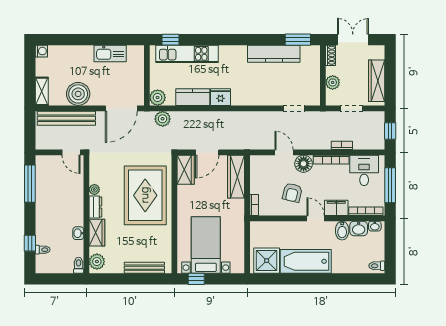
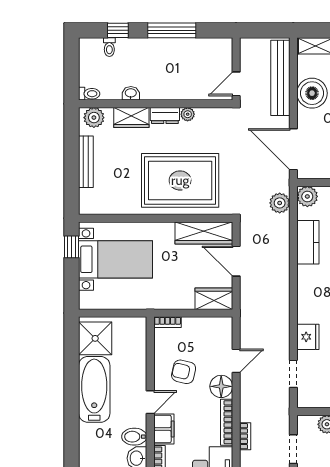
fridge: (220, 97) -> (308, 337), moved
wardrobe: (186, 170) -> (204, 233), width x1.50
wardrobe: (236, 177) -> (214, 299), width x0.67
window: (30, 184) -> (172, 30), moved
bench: (144, 268) -> (86, 162), moved

